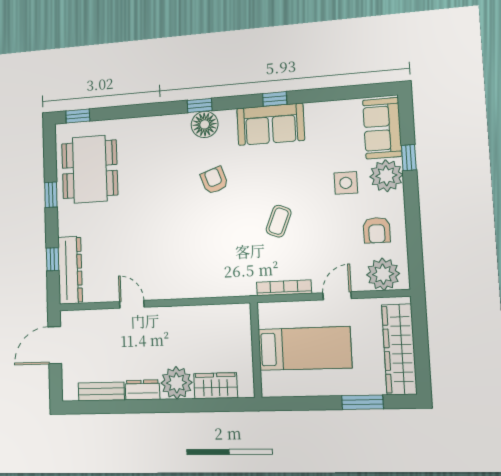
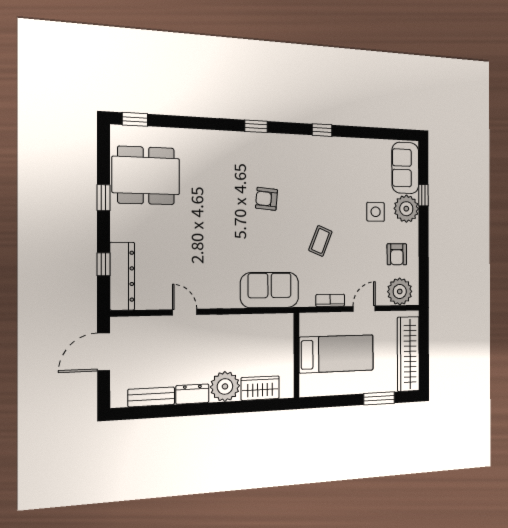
floor lamp: (205, 124) -> (260, 145), removed
sofa: (271, 124) -> (270, 290), moved, turned 180
dining table: (90, 169) -> (146, 175), turned 90
armchair: (214, 180) -> (267, 199), turned -66
bookcase: (284, 288) -> (330, 300), width x0.64

